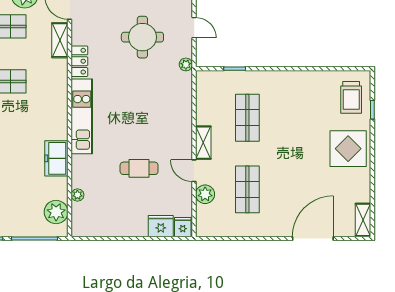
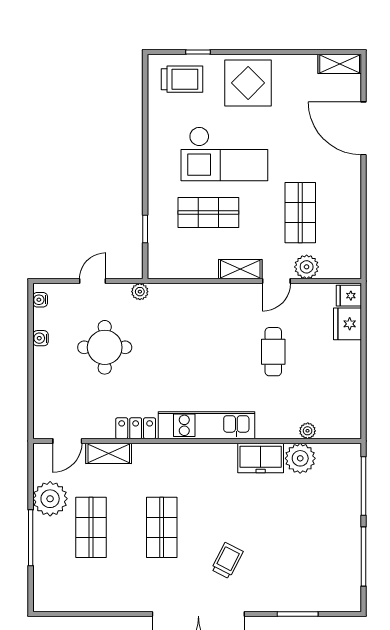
checkout: (293, 130) -> (224, 154), added
shop shelf: (247, 189) -> (300, 213), turned 90
plant: (56, 212) -> (300, 458), moved

